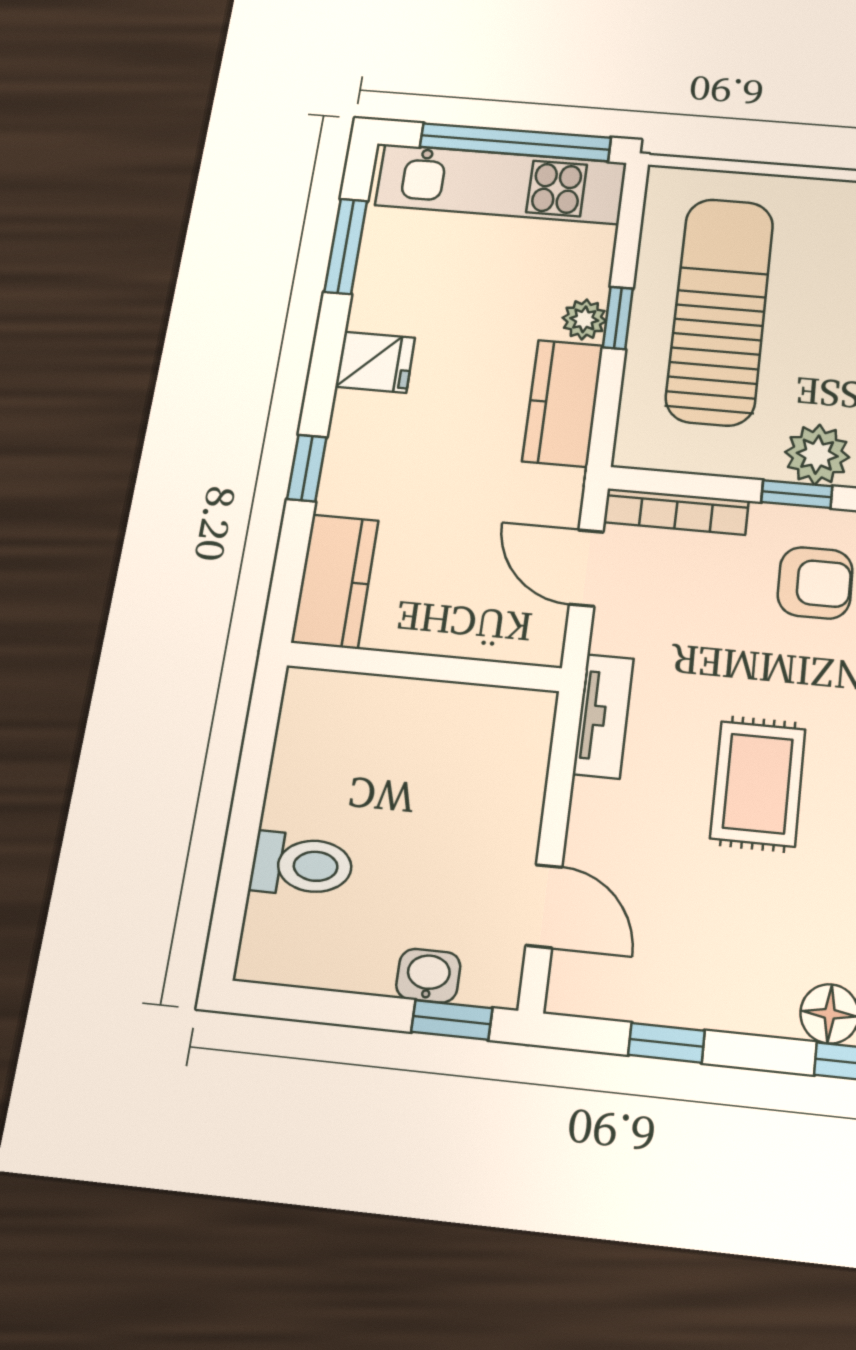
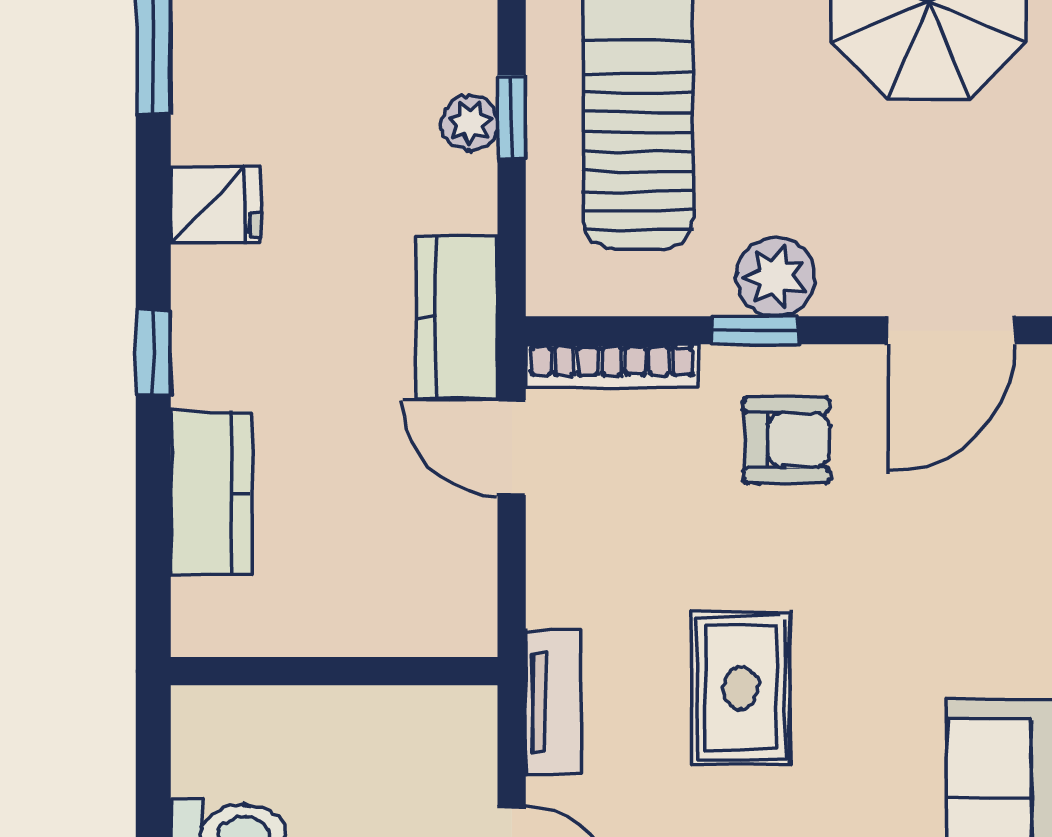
kitchen counter: (563, 403) -> (457, 317), moved
wall: (424, 667) -> (334, 671), moved
tv unit: (603, 716) -> (553, 703), moved

